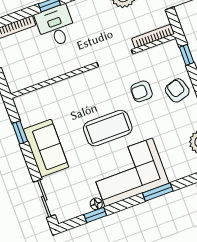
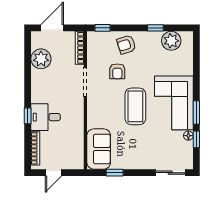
sofa: (46, 148) -> (99, 149), moved, turned 90
window: (158, 192) -> (196, 112), moved

